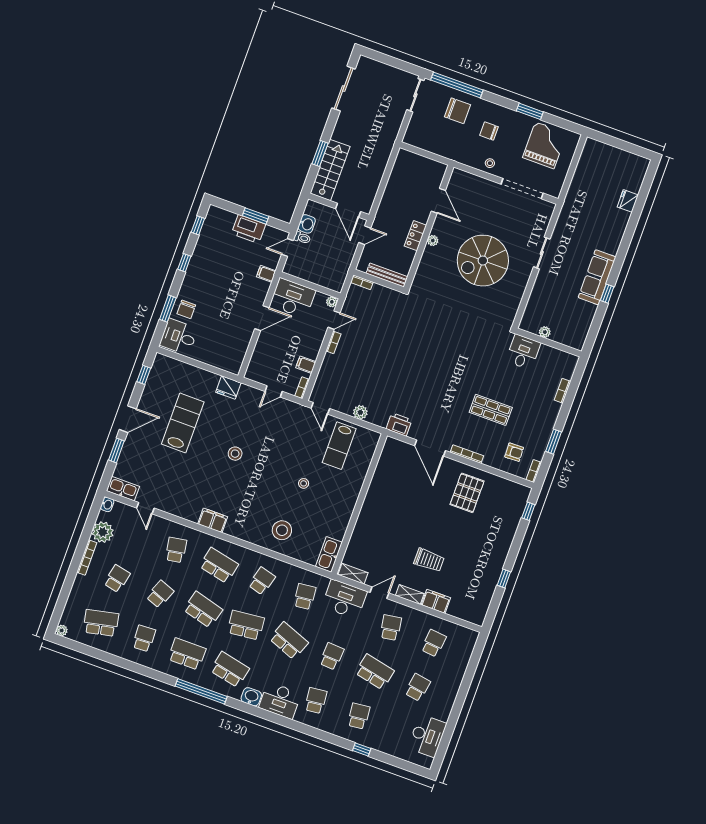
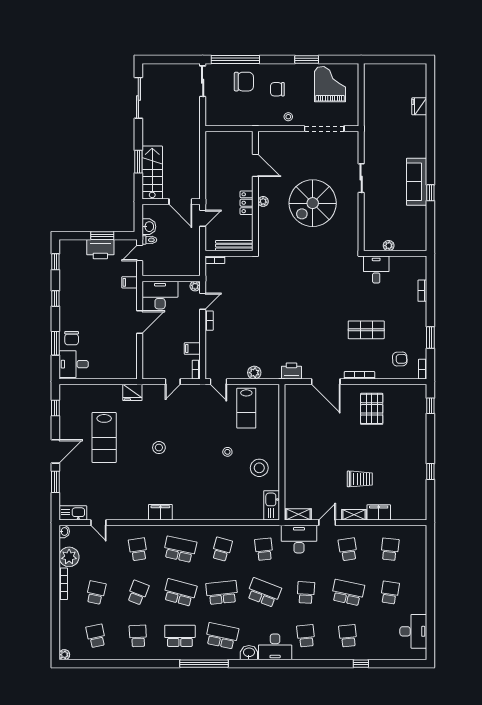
lab bench: (183, 423) -> (104, 437), turned 180
stool: (282, 530) -> (259, 468), moved
school desk: (101, 623) -> (96, 636), width x0.54

